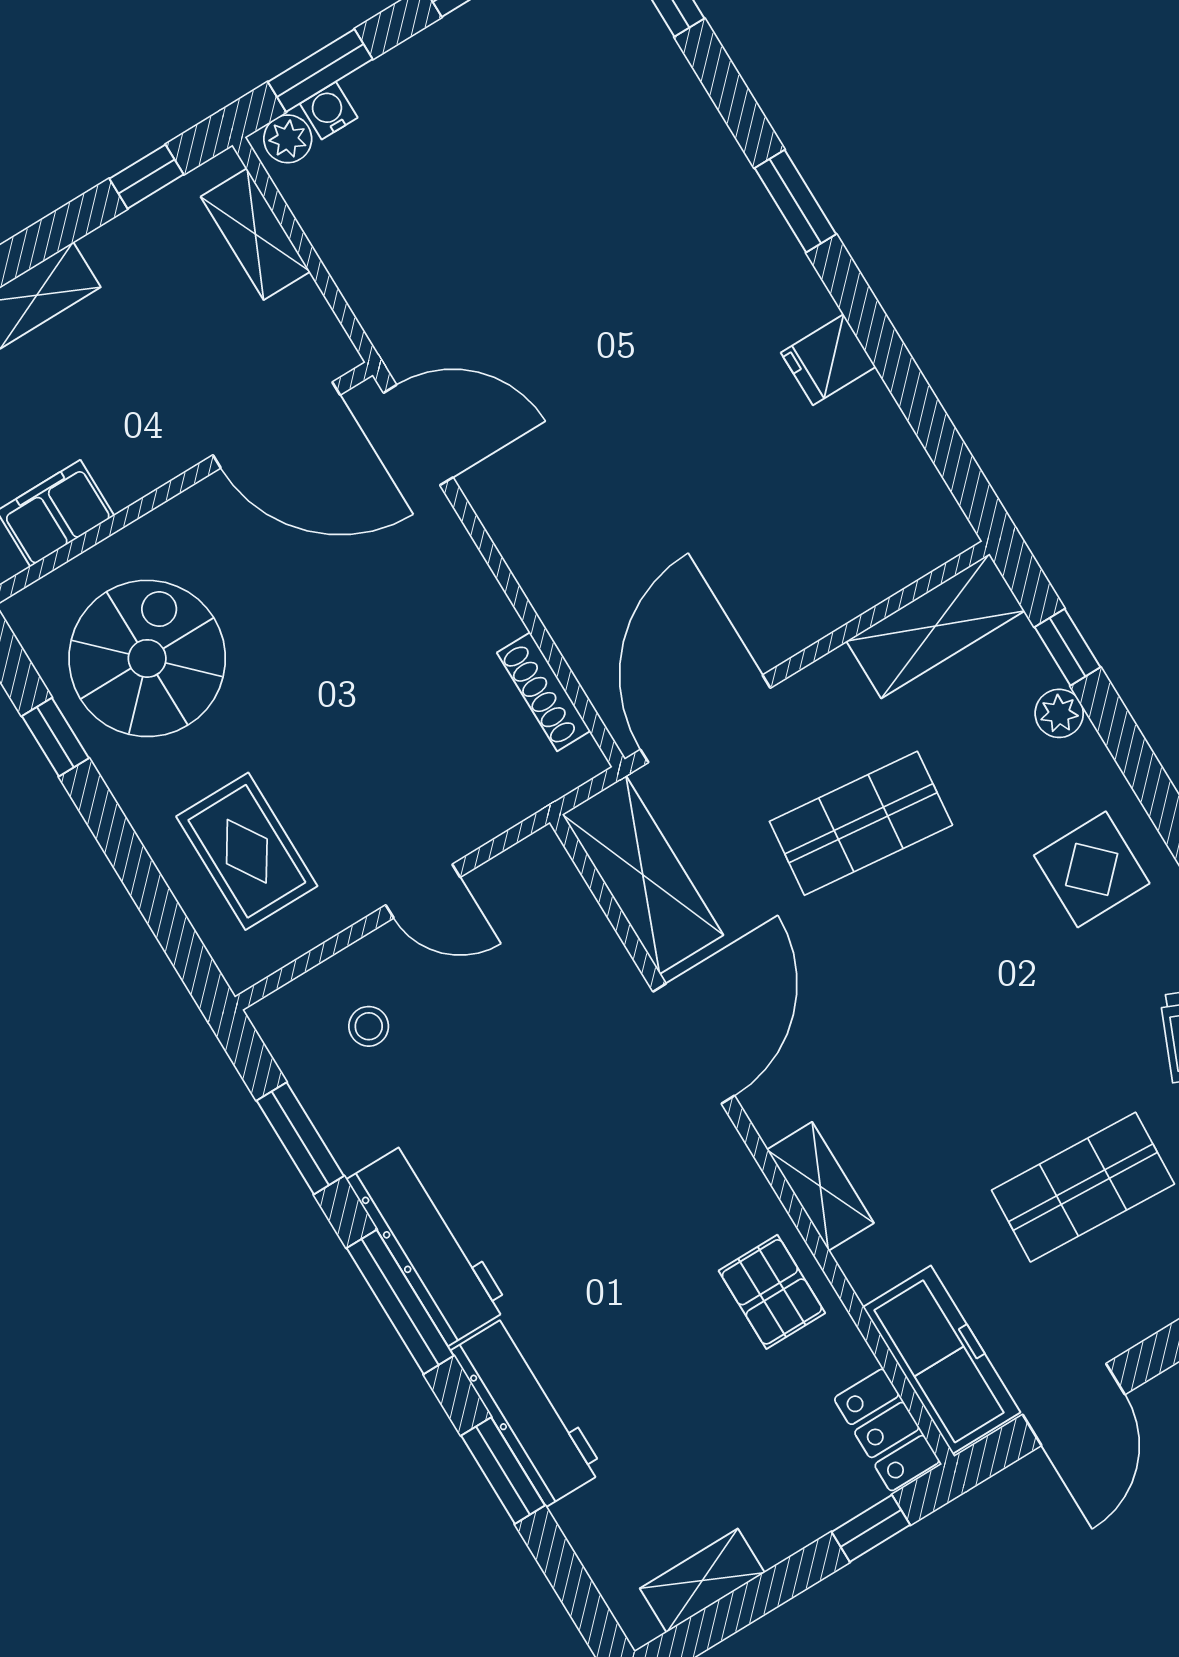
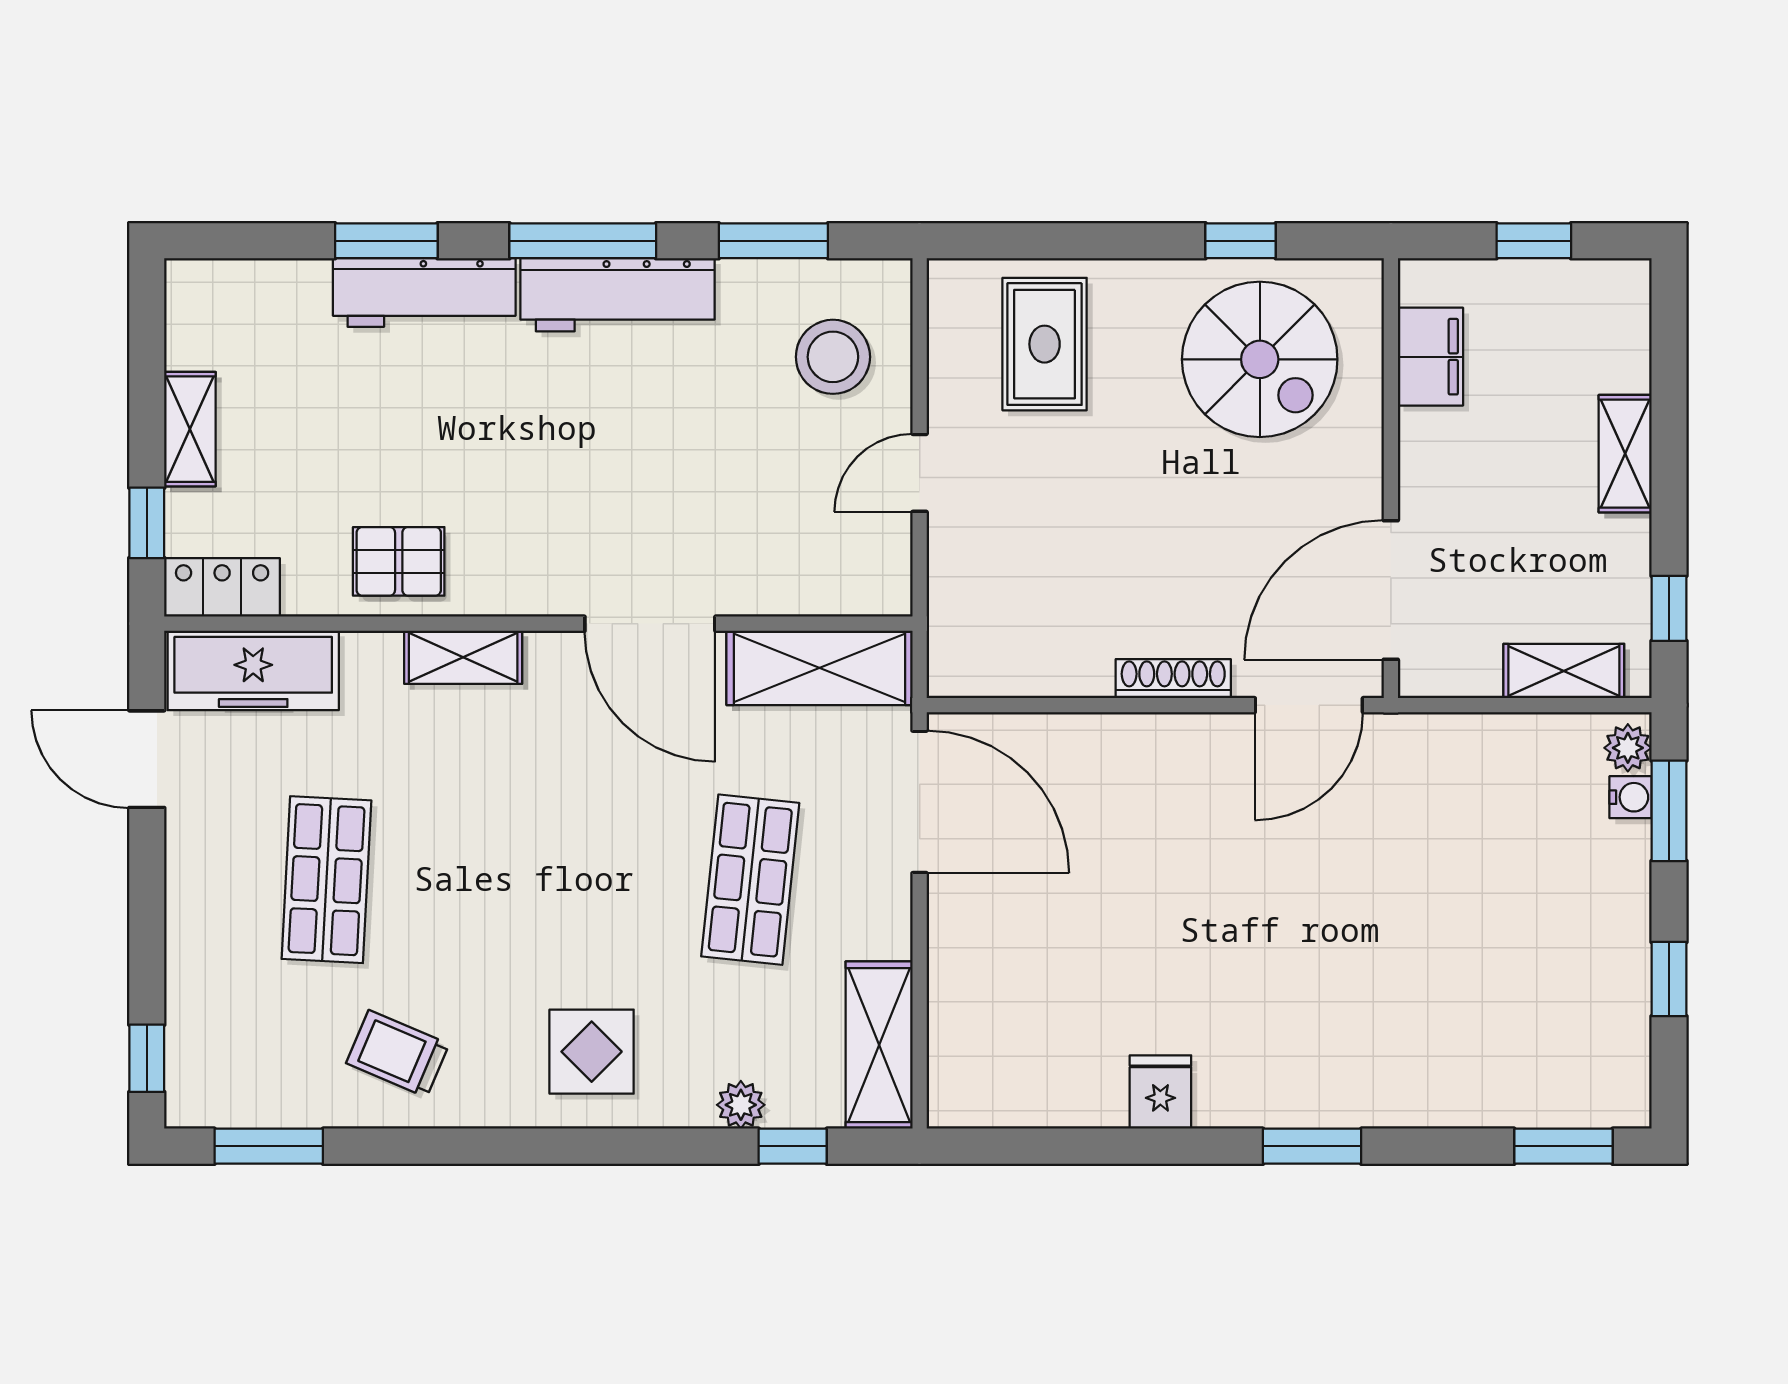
shoe rack: (544, 692) -> (1173, 679), moved
rug: (247, 851) -> (1045, 344), turned 90
stool: (369, 1026) -> (833, 357), width x1.89, depth x1.89
shelving: (702, 1580) -> (190, 429), moved

